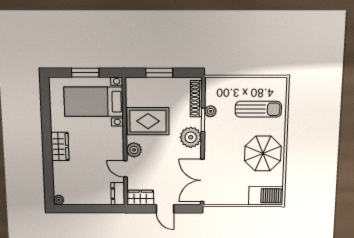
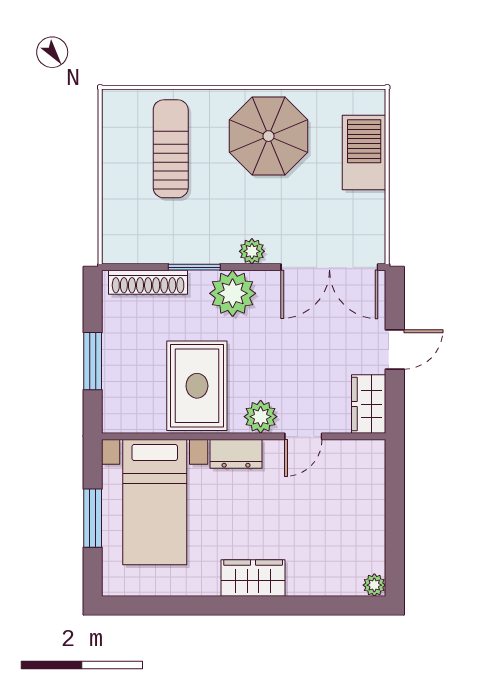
plant: (210, 111) -> (252, 251), moved
dresser: (118, 194) -> (236, 454), moved
barbecue: (266, 196) -> (364, 152), moved

